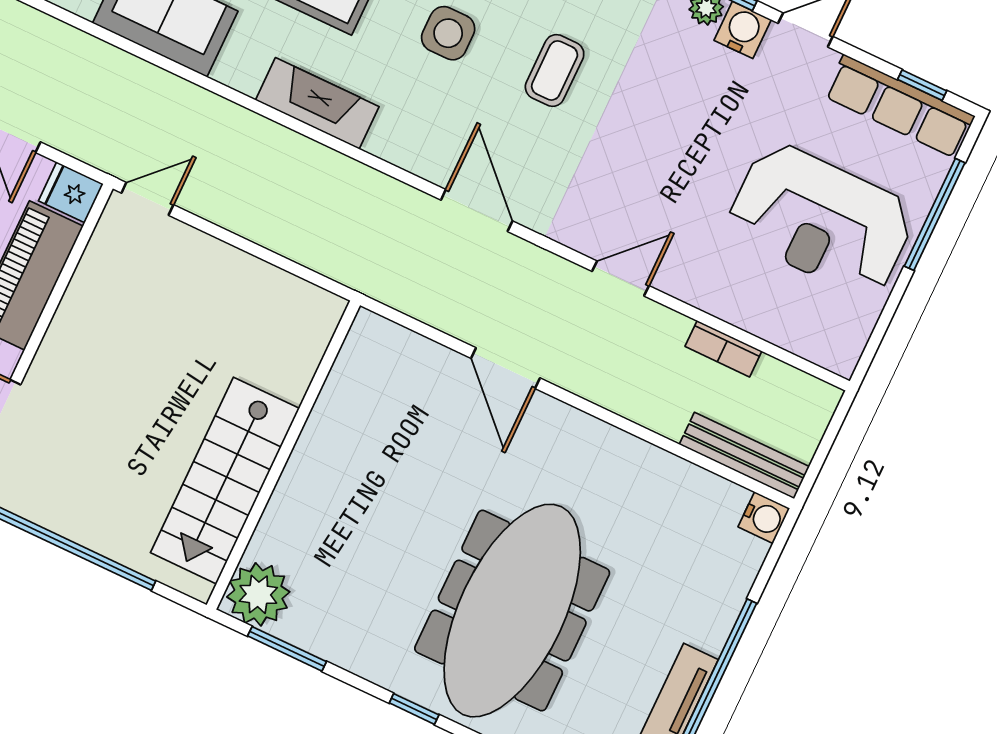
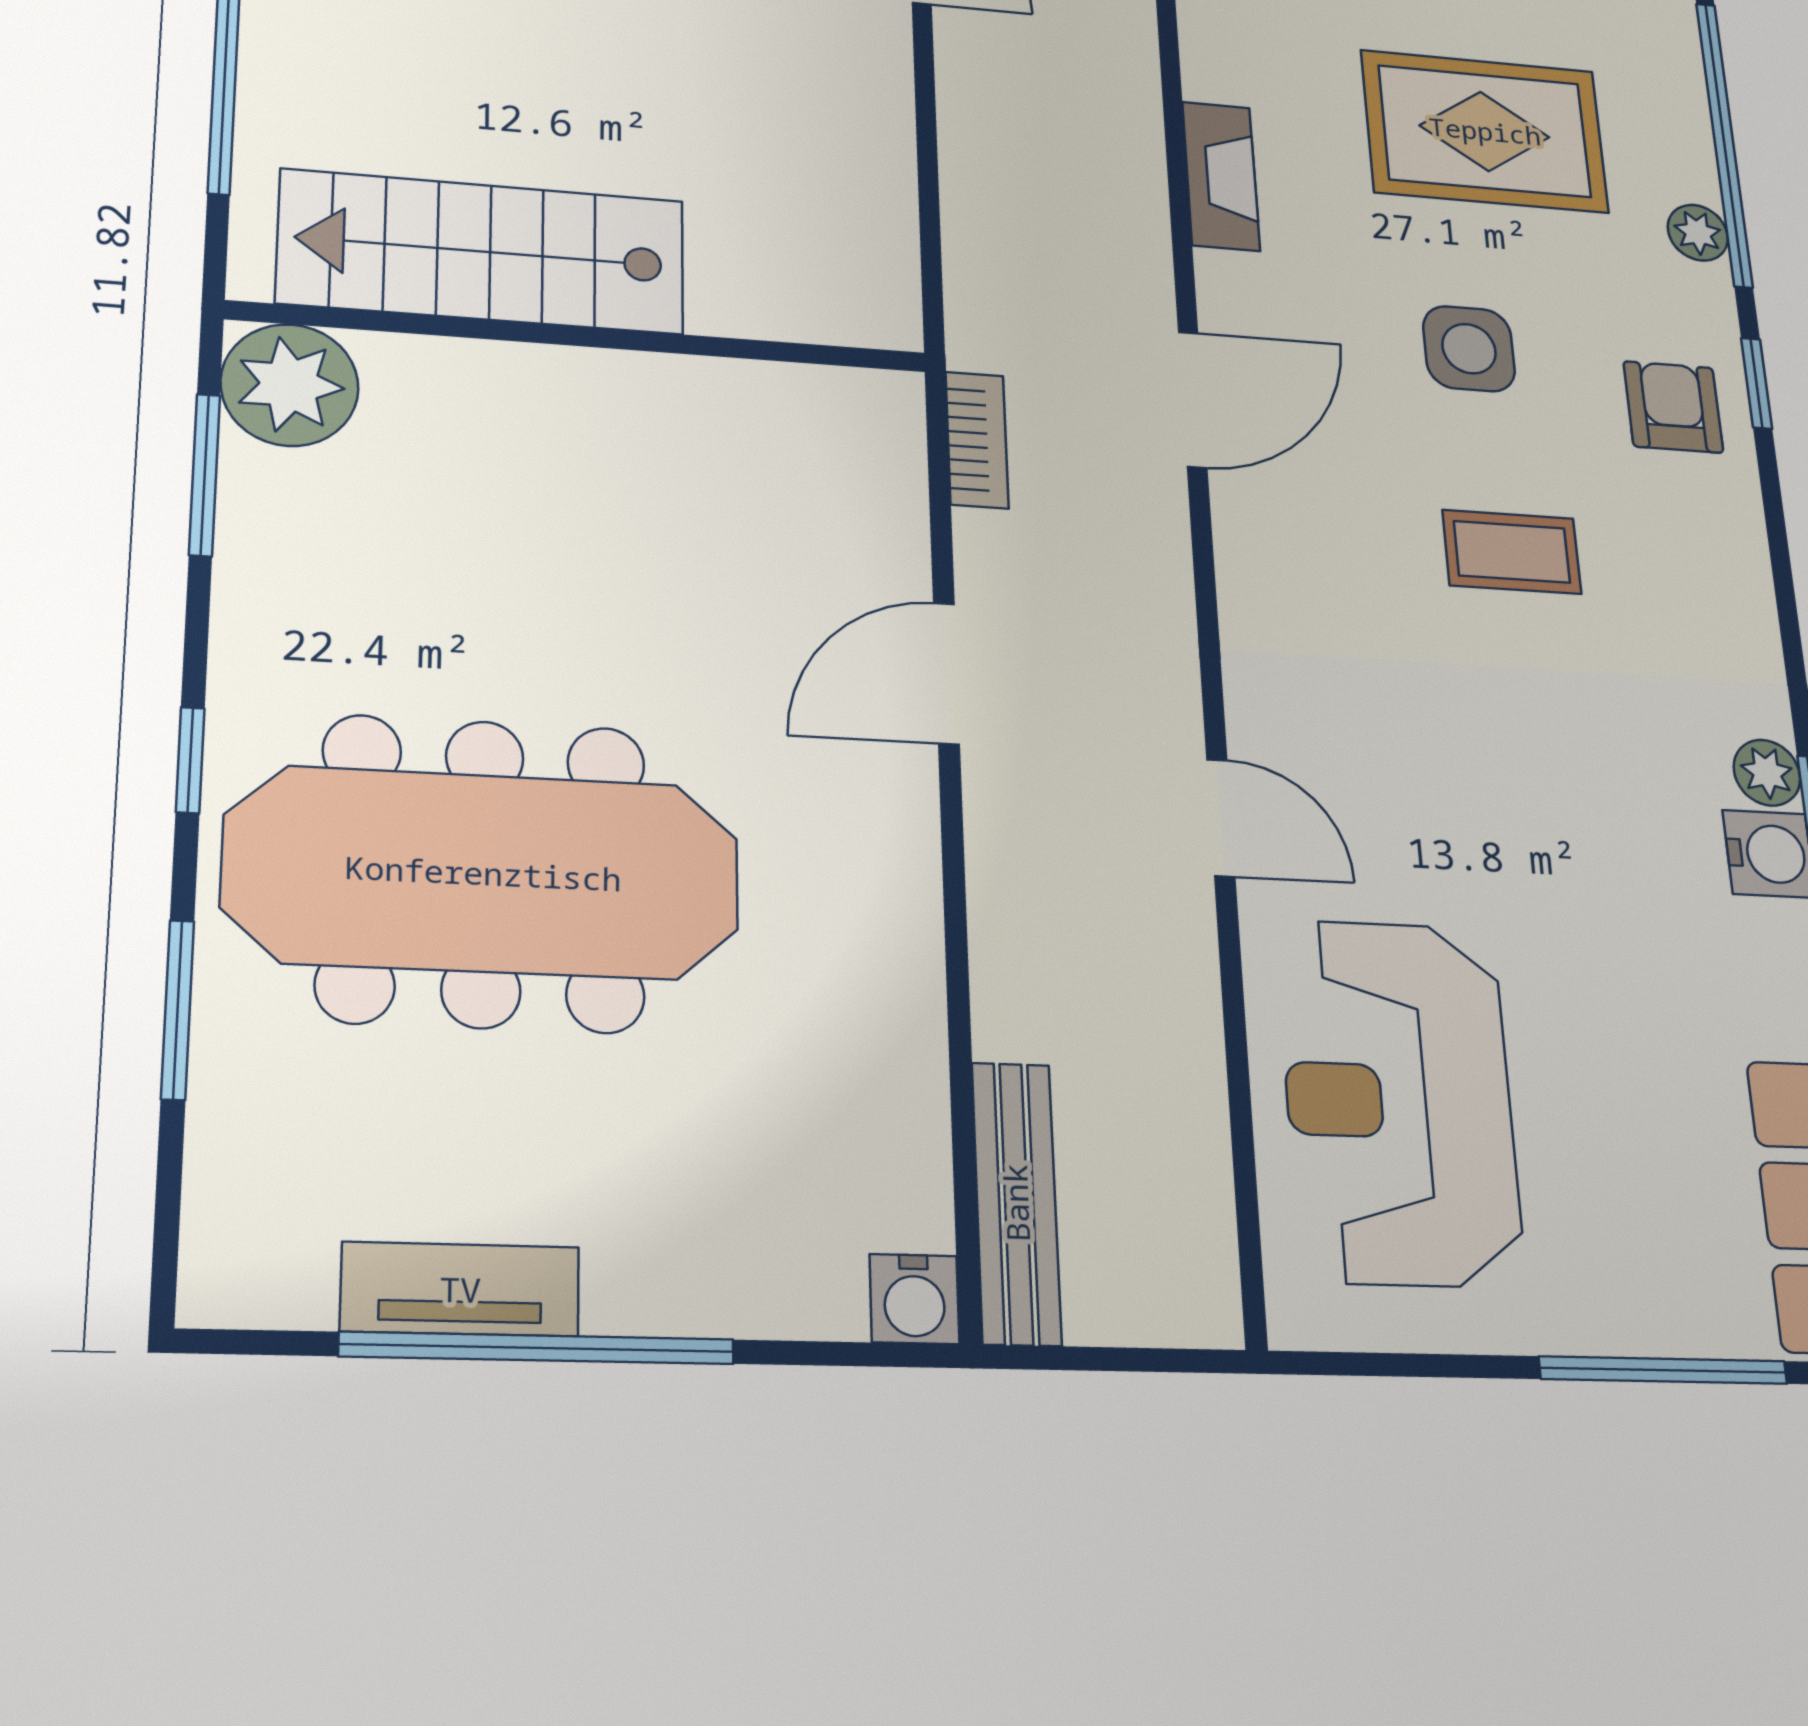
fireplace: (317, 103) -> (1221, 176), width x0.73, depth x0.76
door: (477, 211) -> (1193, 399), moved
reception desk: (821, 220) -> (1399, 1102), moved
bookcase: (723, 349) -> (977, 440), moved, turned 180

